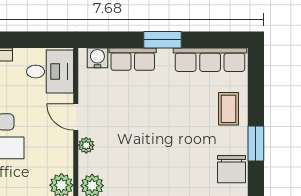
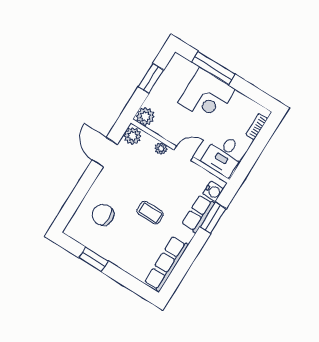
window: (162, 40) -> (213, 218), moved
coffee table: (229, 109) -> (150, 213), moved
chair: (232, 169) -> (103, 215), moved

